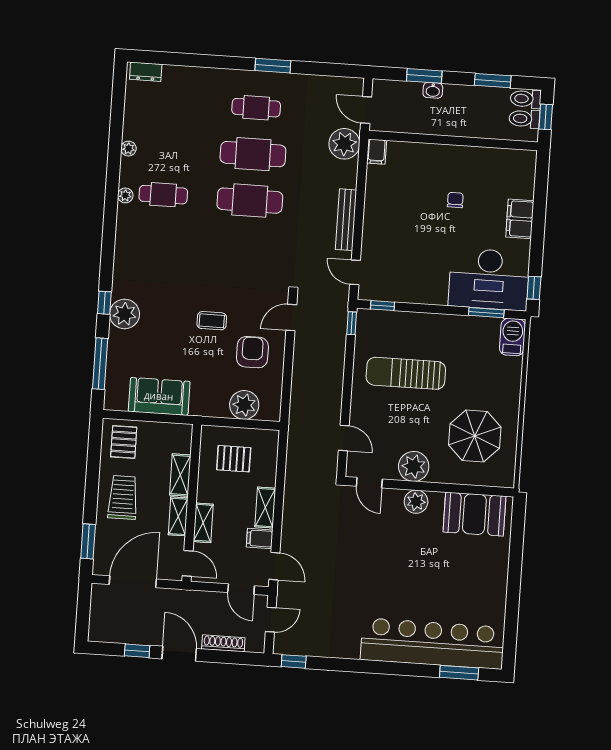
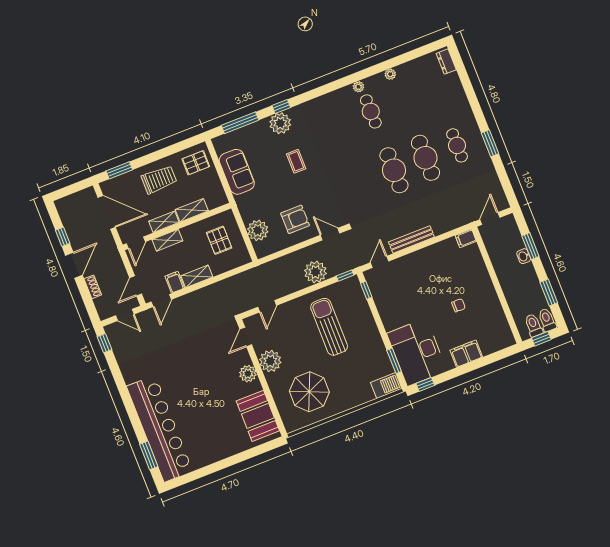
plant: (344, 144) -> (315, 272), moved
coffee table: (212, 321) -> (296, 161), moved
shoe rack: (223, 643) -> (93, 287), width x0.70

